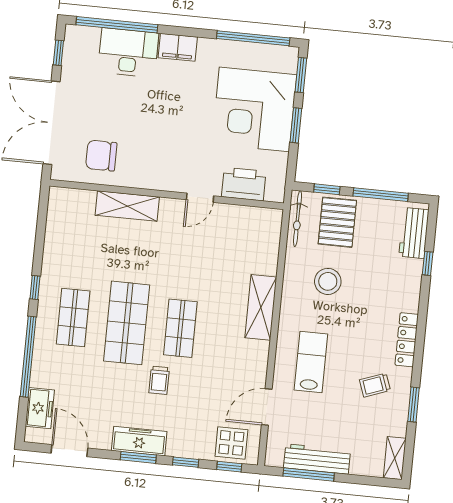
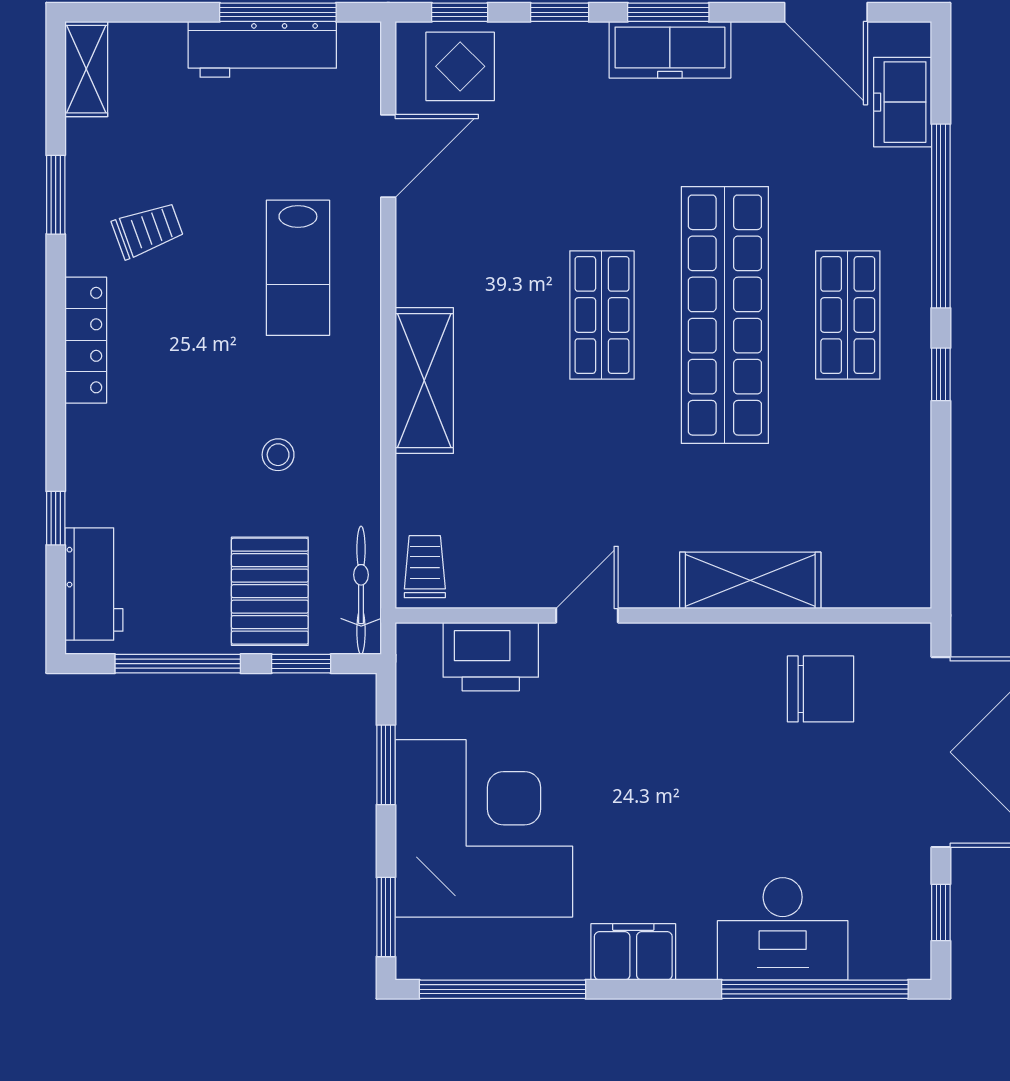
filing cabinet: (178, 47) -> (633, 952), moved
window: (296, 125) -> (386, 765), moved
stool: (328, 281) -> (278, 455), width x0.53, depth x0.53
shop shelf: (127, 323) -> (725, 315), width x1.40
trolley: (159, 380) -> (425, 567), moved

